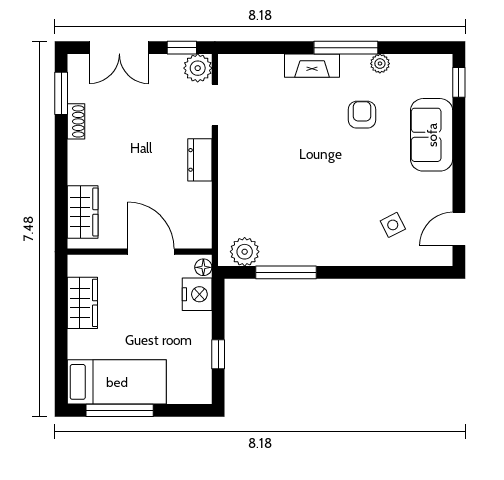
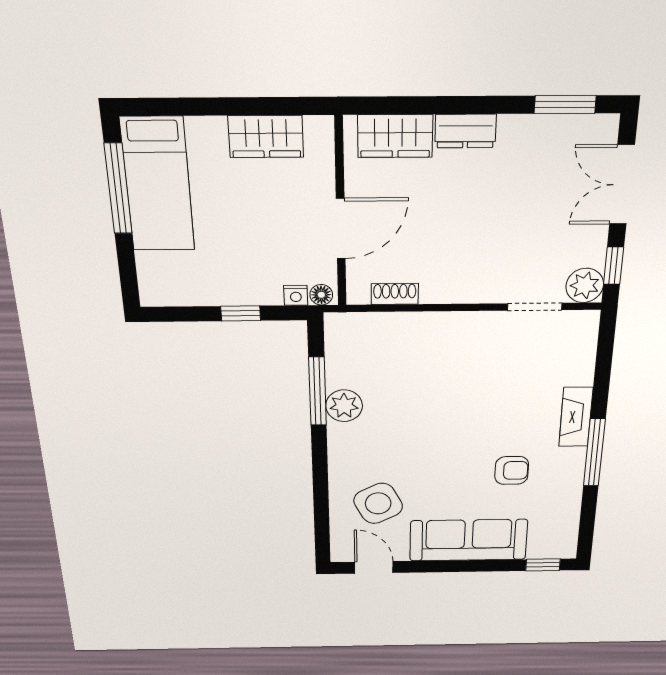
plant: (380, 64) -> (572, 488), removed
shoe rack: (76, 121) -> (395, 294), moved, turned 180
sofa: (432, 135) -> (468, 540), width x1.36
dresser: (200, 160) -> (466, 131), moved, turned 180
side table: (393, 225) -> (378, 503), width x1.87, depth x1.87
plant: (245, 252) -> (344, 406), moved
nightstand: (197, 294) -> (296, 295), width x0.53, depth x0.56
window: (218, 354) -> (241, 313), moved

